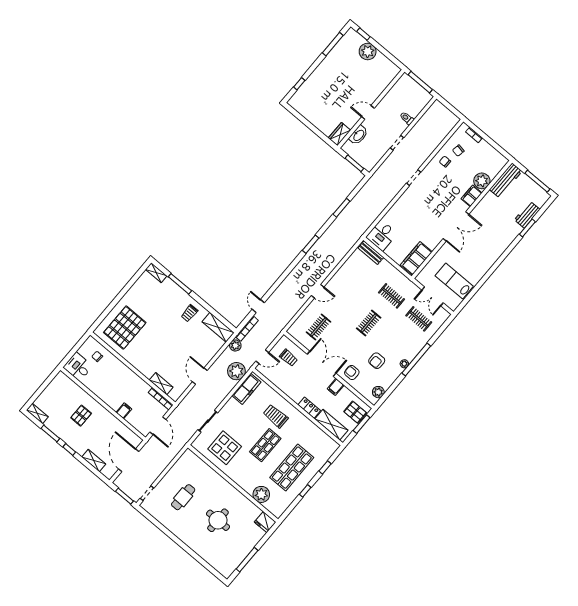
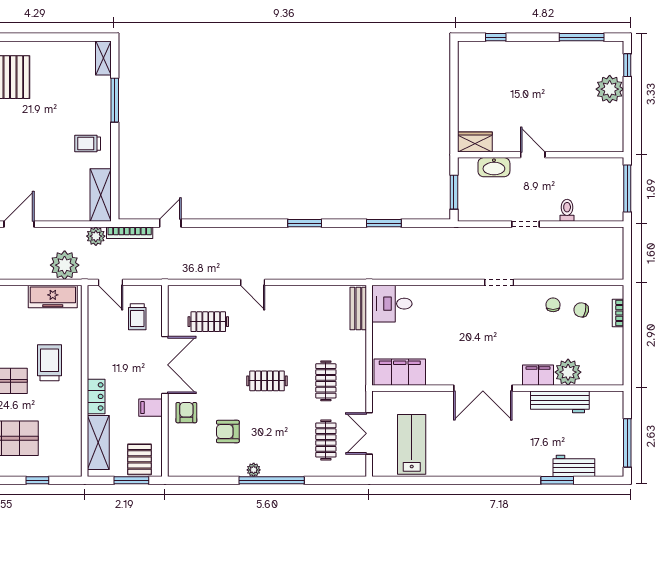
workbench: (506, 180) -> (560, 402), moved
plant: (378, 392) -> (190, 467), removed

